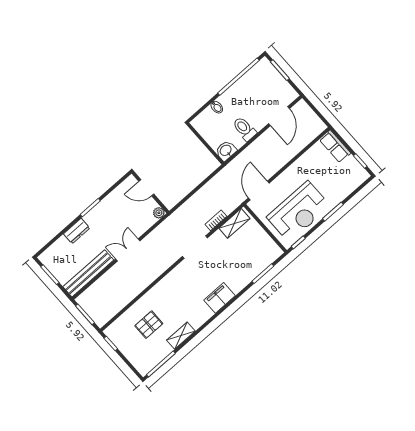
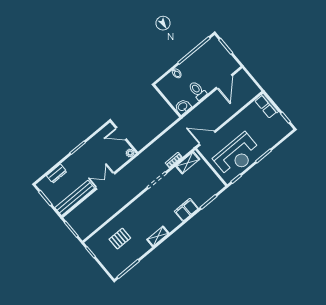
door: (259, 191) -> (207, 138), hinge flipped
dresser: (77, 231) -> (57, 174), moved
filing cabinet: (220, 298) -> (186, 210), moved
shelving: (181, 336) -> (158, 236), moved

